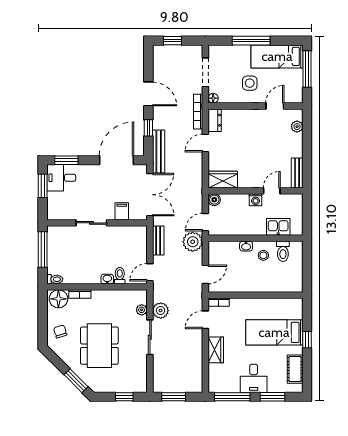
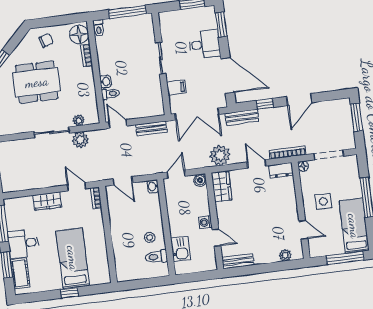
window: (173, 41) -> (357, 117), width x1.50
bench: (159, 152) -> (242, 117), width x0.73
desk: (61, 178) -> (204, 44), moved, turned 90
door: (205, 222) -> (176, 174), hinge flipped
plant: (193, 242) -> (220, 155), moved
washbasin: (246, 246) -> (153, 186), moved
cot: (295, 369) -> (20, 273), moved, turned 90

